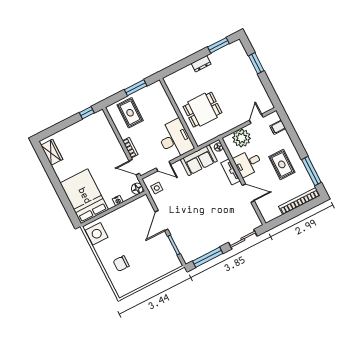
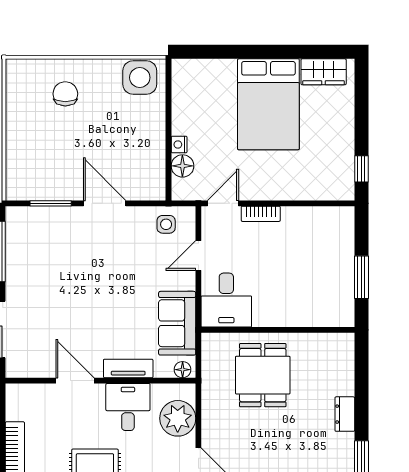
rug: (130, 113) -> (322, 245), removed
desk: (175, 139) -> (226, 300), width x0.73
floor lamp: (137, 189) -> (182, 166), moved
door: (248, 193) -> (75, 381), swing flipped
bed: (84, 196) -> (268, 104), moved, turned 90

